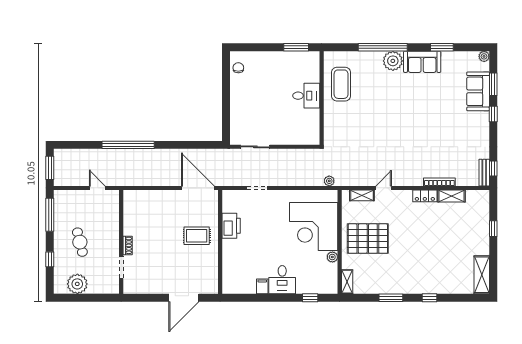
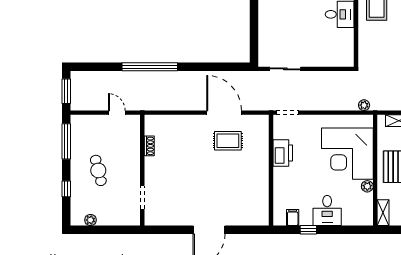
printer: (231, 226) -> (283, 153), moved
rug: (197, 236) -> (228, 141), moved
wall: (220, 242) -> (271, 170), moved
shoe rack: (128, 245) -> (149, 146), moved
desk: (282, 280) -> (327, 211), moved
plant: (77, 284) -> (90, 220), width x0.53, depth x0.53
window: (310, 298) -> (308, 230), moved

